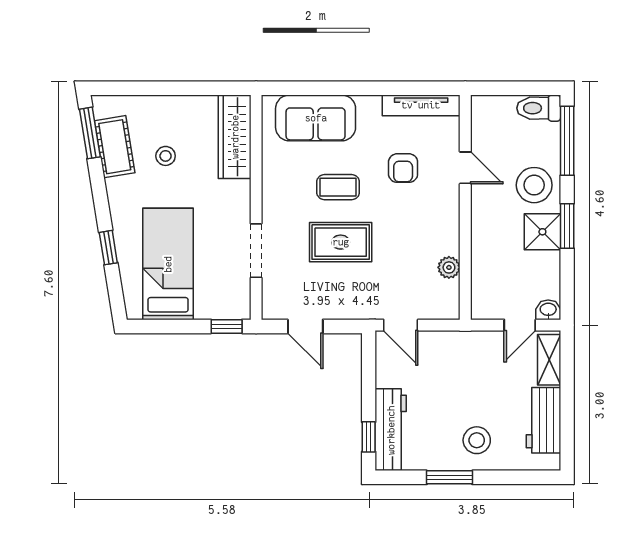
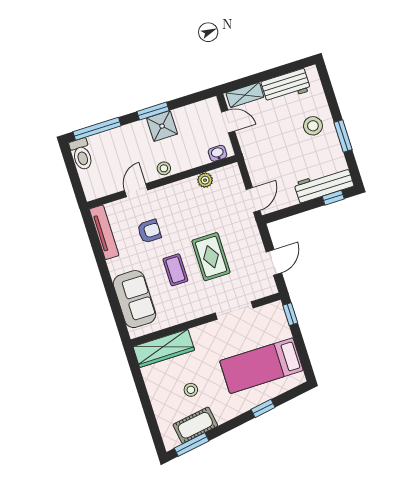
stool: (534, 185) -> (164, 168), moved, width x0.53, depth x0.53
washbasin: (548, 310) -> (218, 153), moved, turned 90

